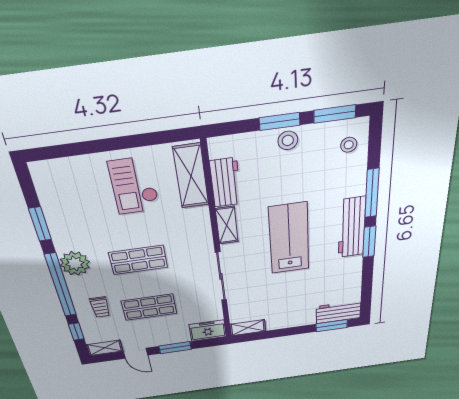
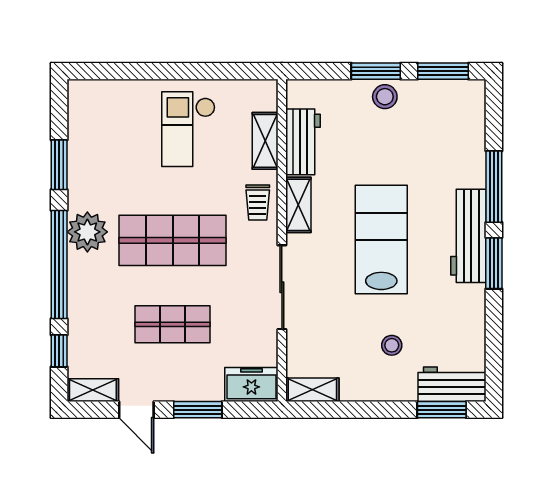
stool: (349, 145) -> (392, 345), moved
shelving: (191, 176) -> (265, 141), width x0.67, depth x0.75
shop shelf: (138, 260) -> (173, 240), width x1.43, depth x1.36
trolley: (100, 307) -> (258, 202), moved

